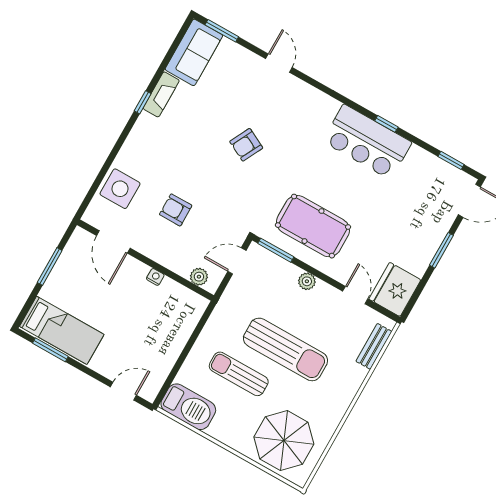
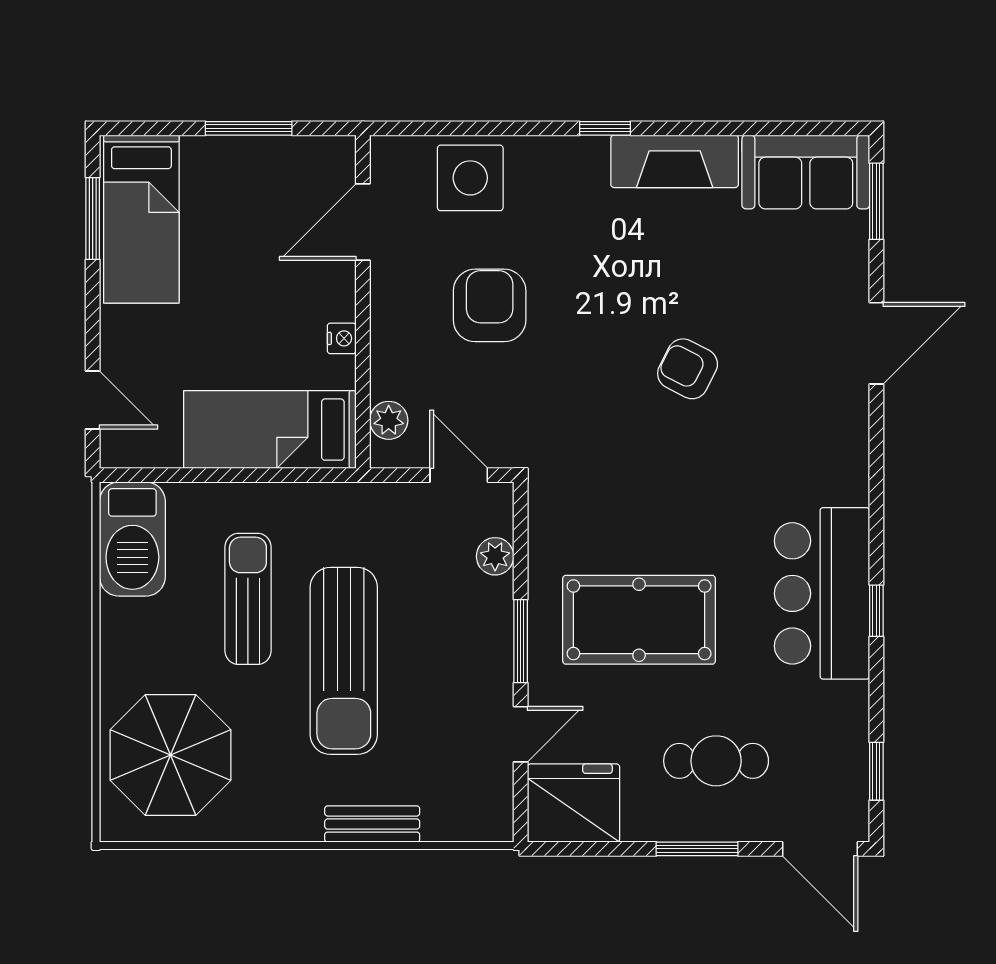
door: (279, 63) -> (876, 343), width x1.38
fireplace: (161, 94) -> (675, 161), width x1.37, depth x1.32
window: (143, 102) -> (605, 128), moved
armchair: (176, 210) -> (490, 305), width x1.38, depth x1.38
cafe table: (410, 223) -> (716, 761), added
pool table: (313, 226) -> (639, 620), moved, turned 90
window: (276, 250) -> (521, 641), moved
plant: (307, 281) -> (495, 556), moved
bed: (176, 327) -> (270, 430), added
bench: (374, 346) -> (372, 824), moved

